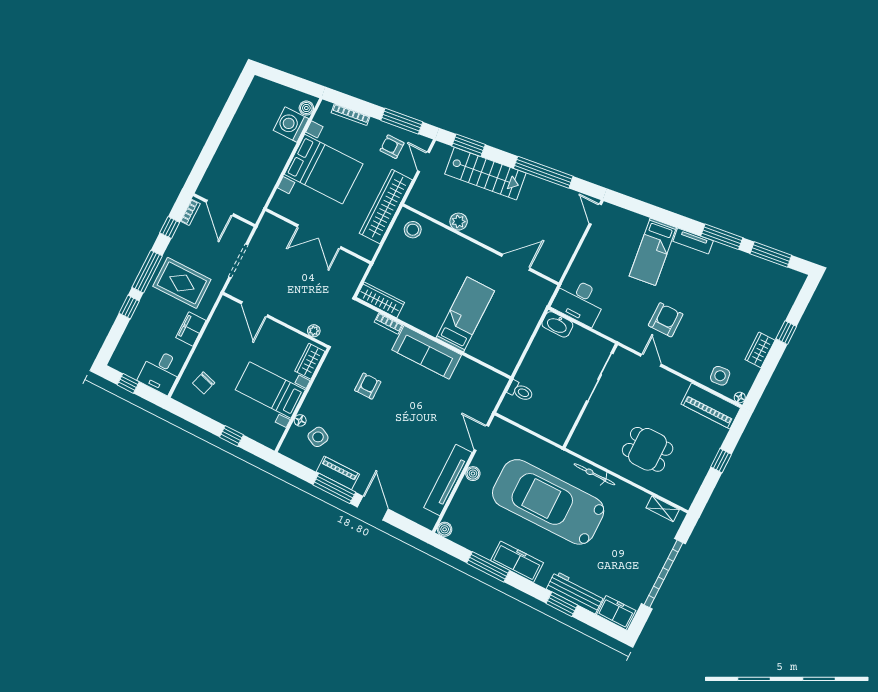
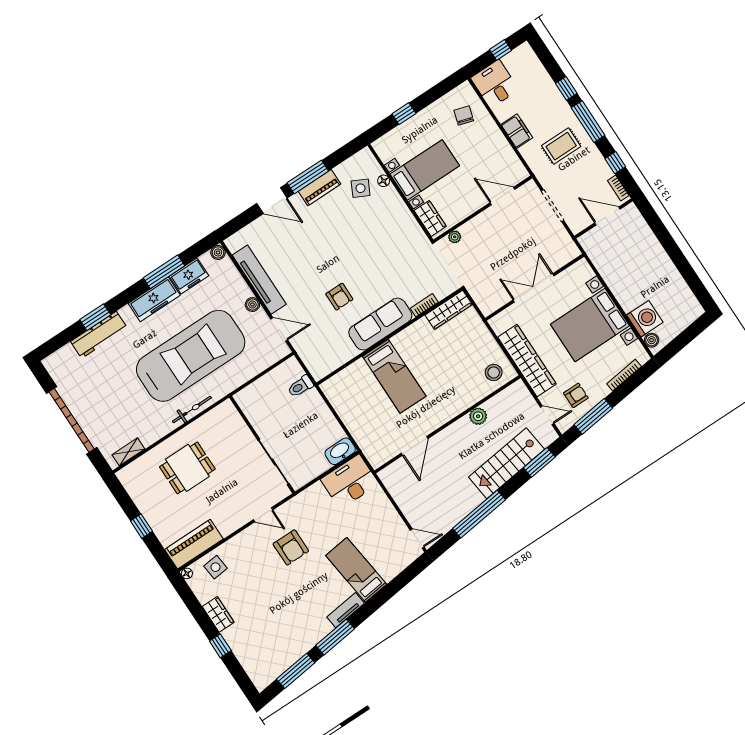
rug: (182, 283) -> (561, 146), width x0.73, depth x0.70
armchair: (368, 386) -> (339, 297), moved
freezer: (616, 613) -> (189, 276), moved

